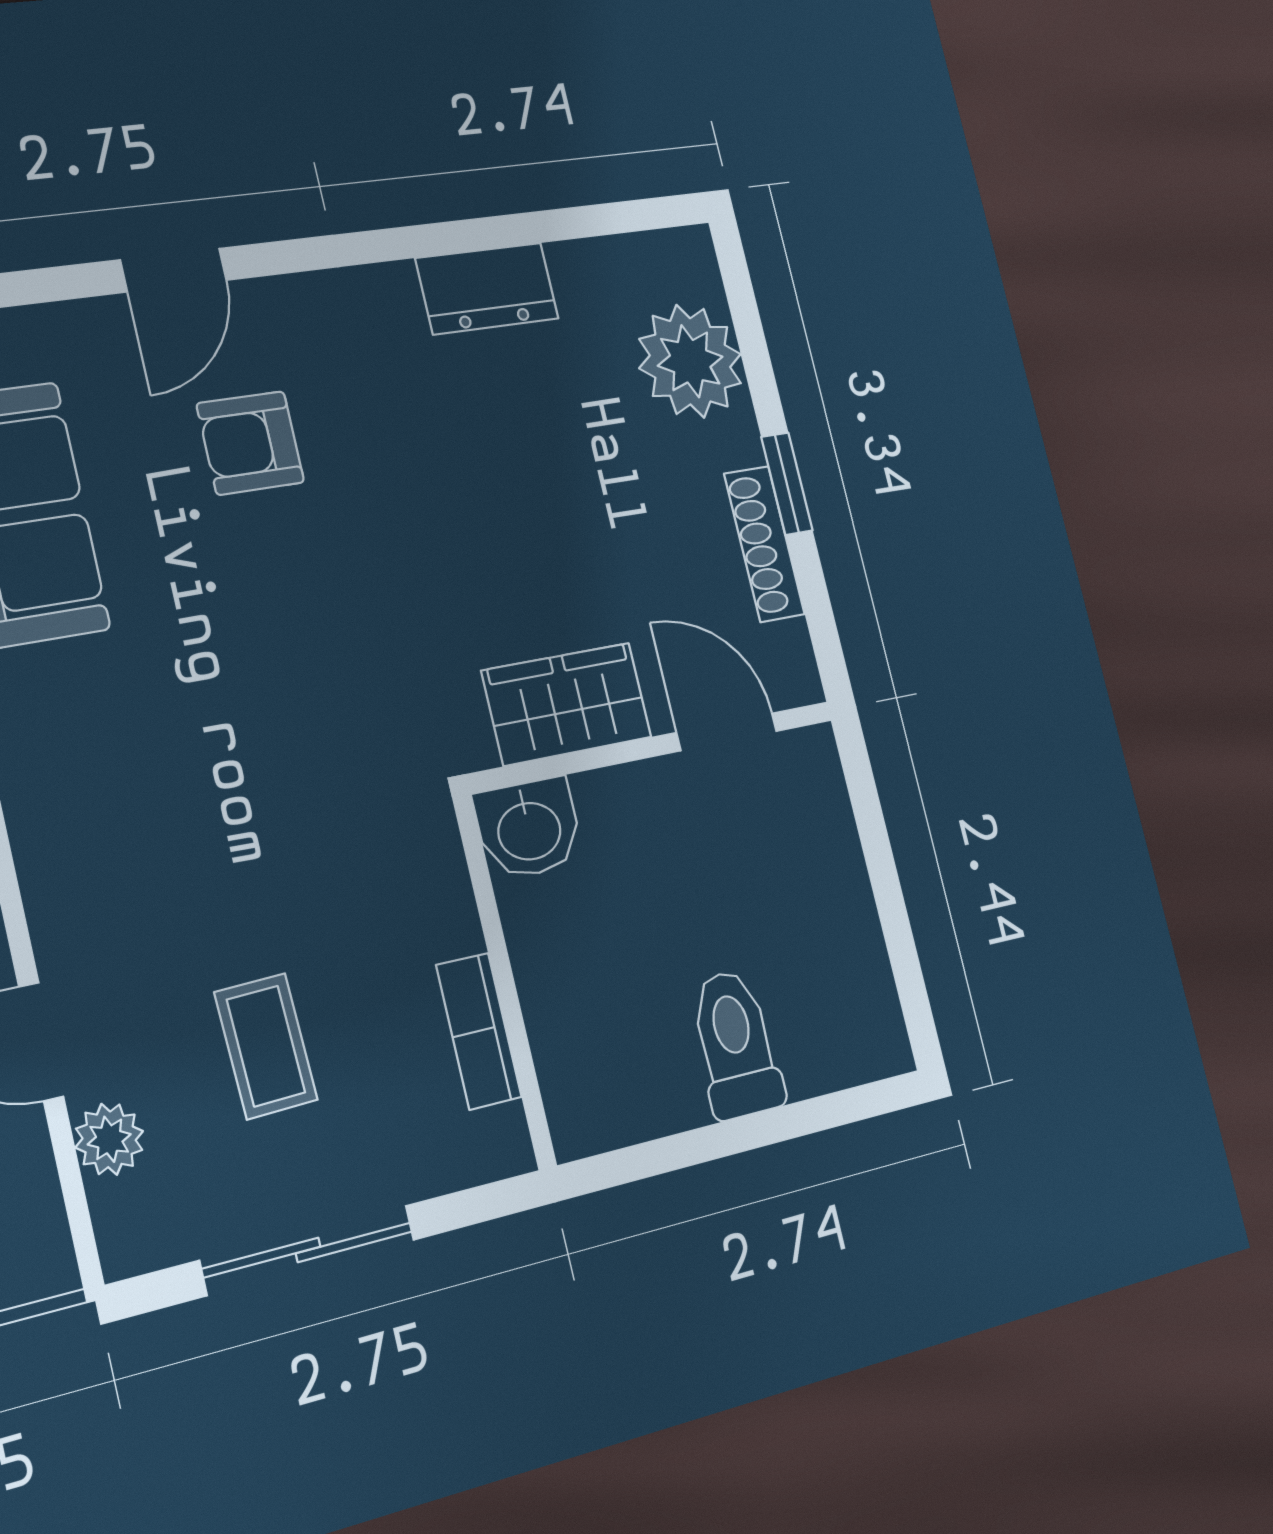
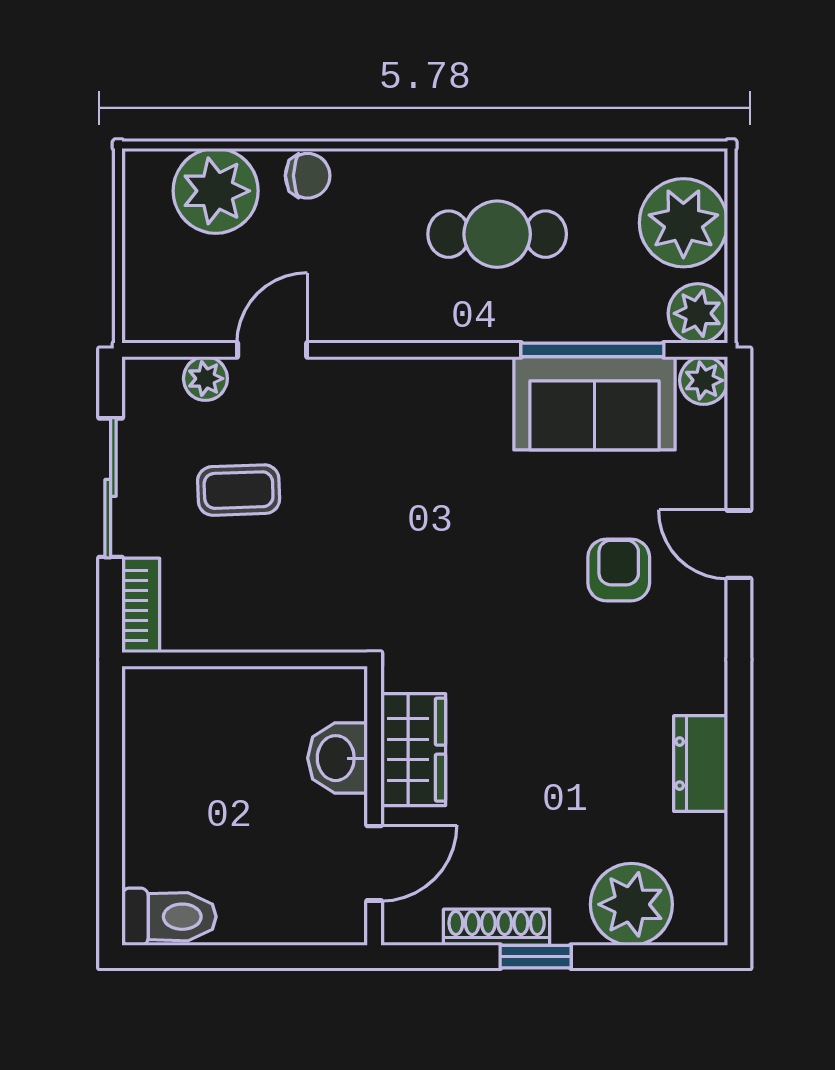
washbasin: (529, 829) -> (338, 758), moved
bookcase: (479, 1031) -> (141, 605), moved, turned 90
toilet: (736, 1044) -> (169, 917), moved

